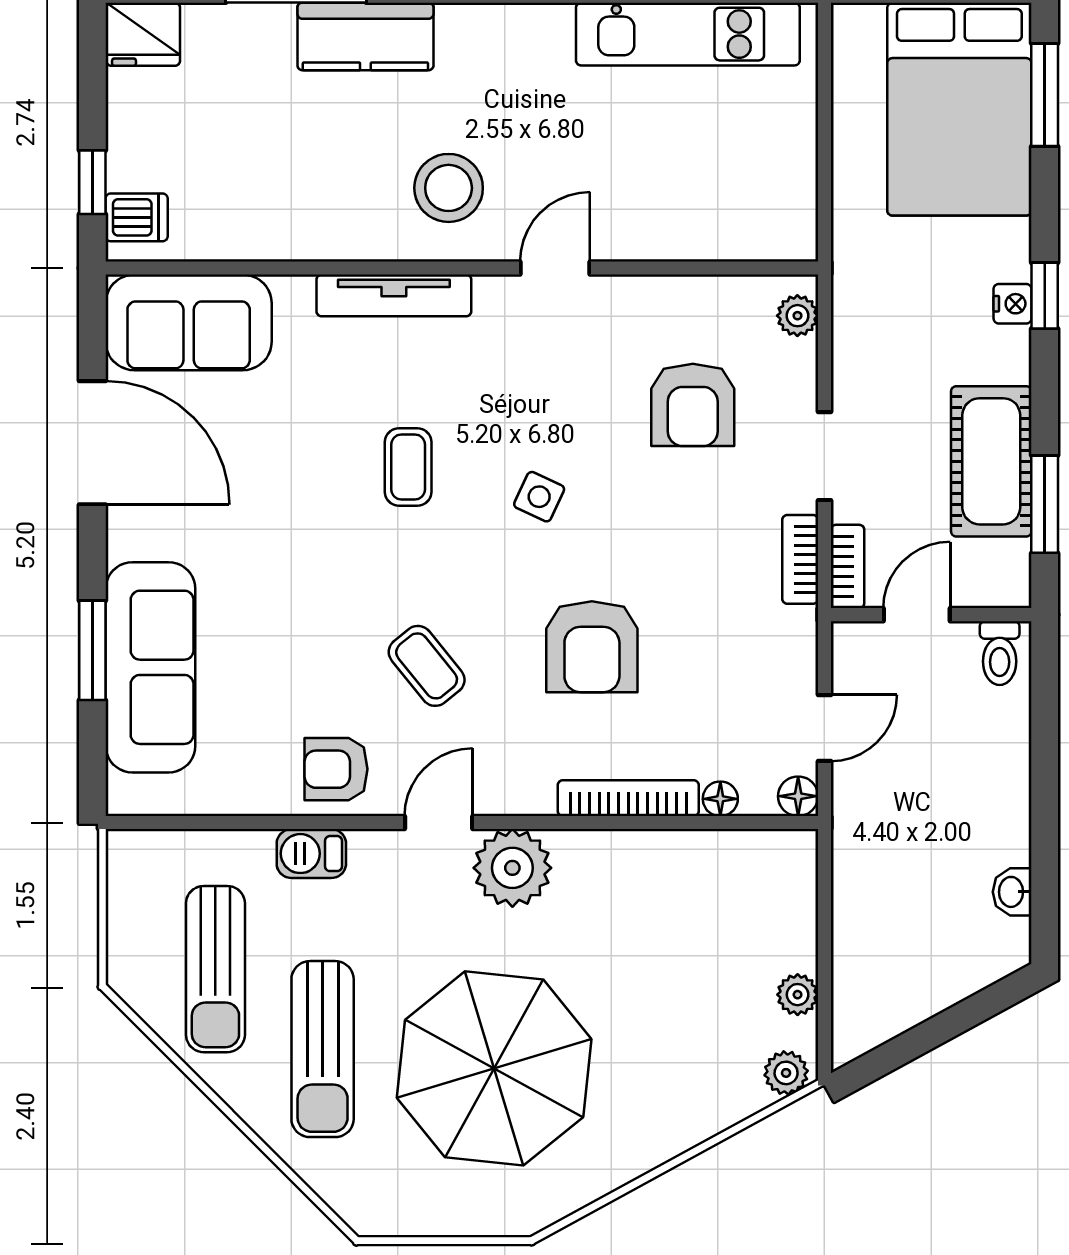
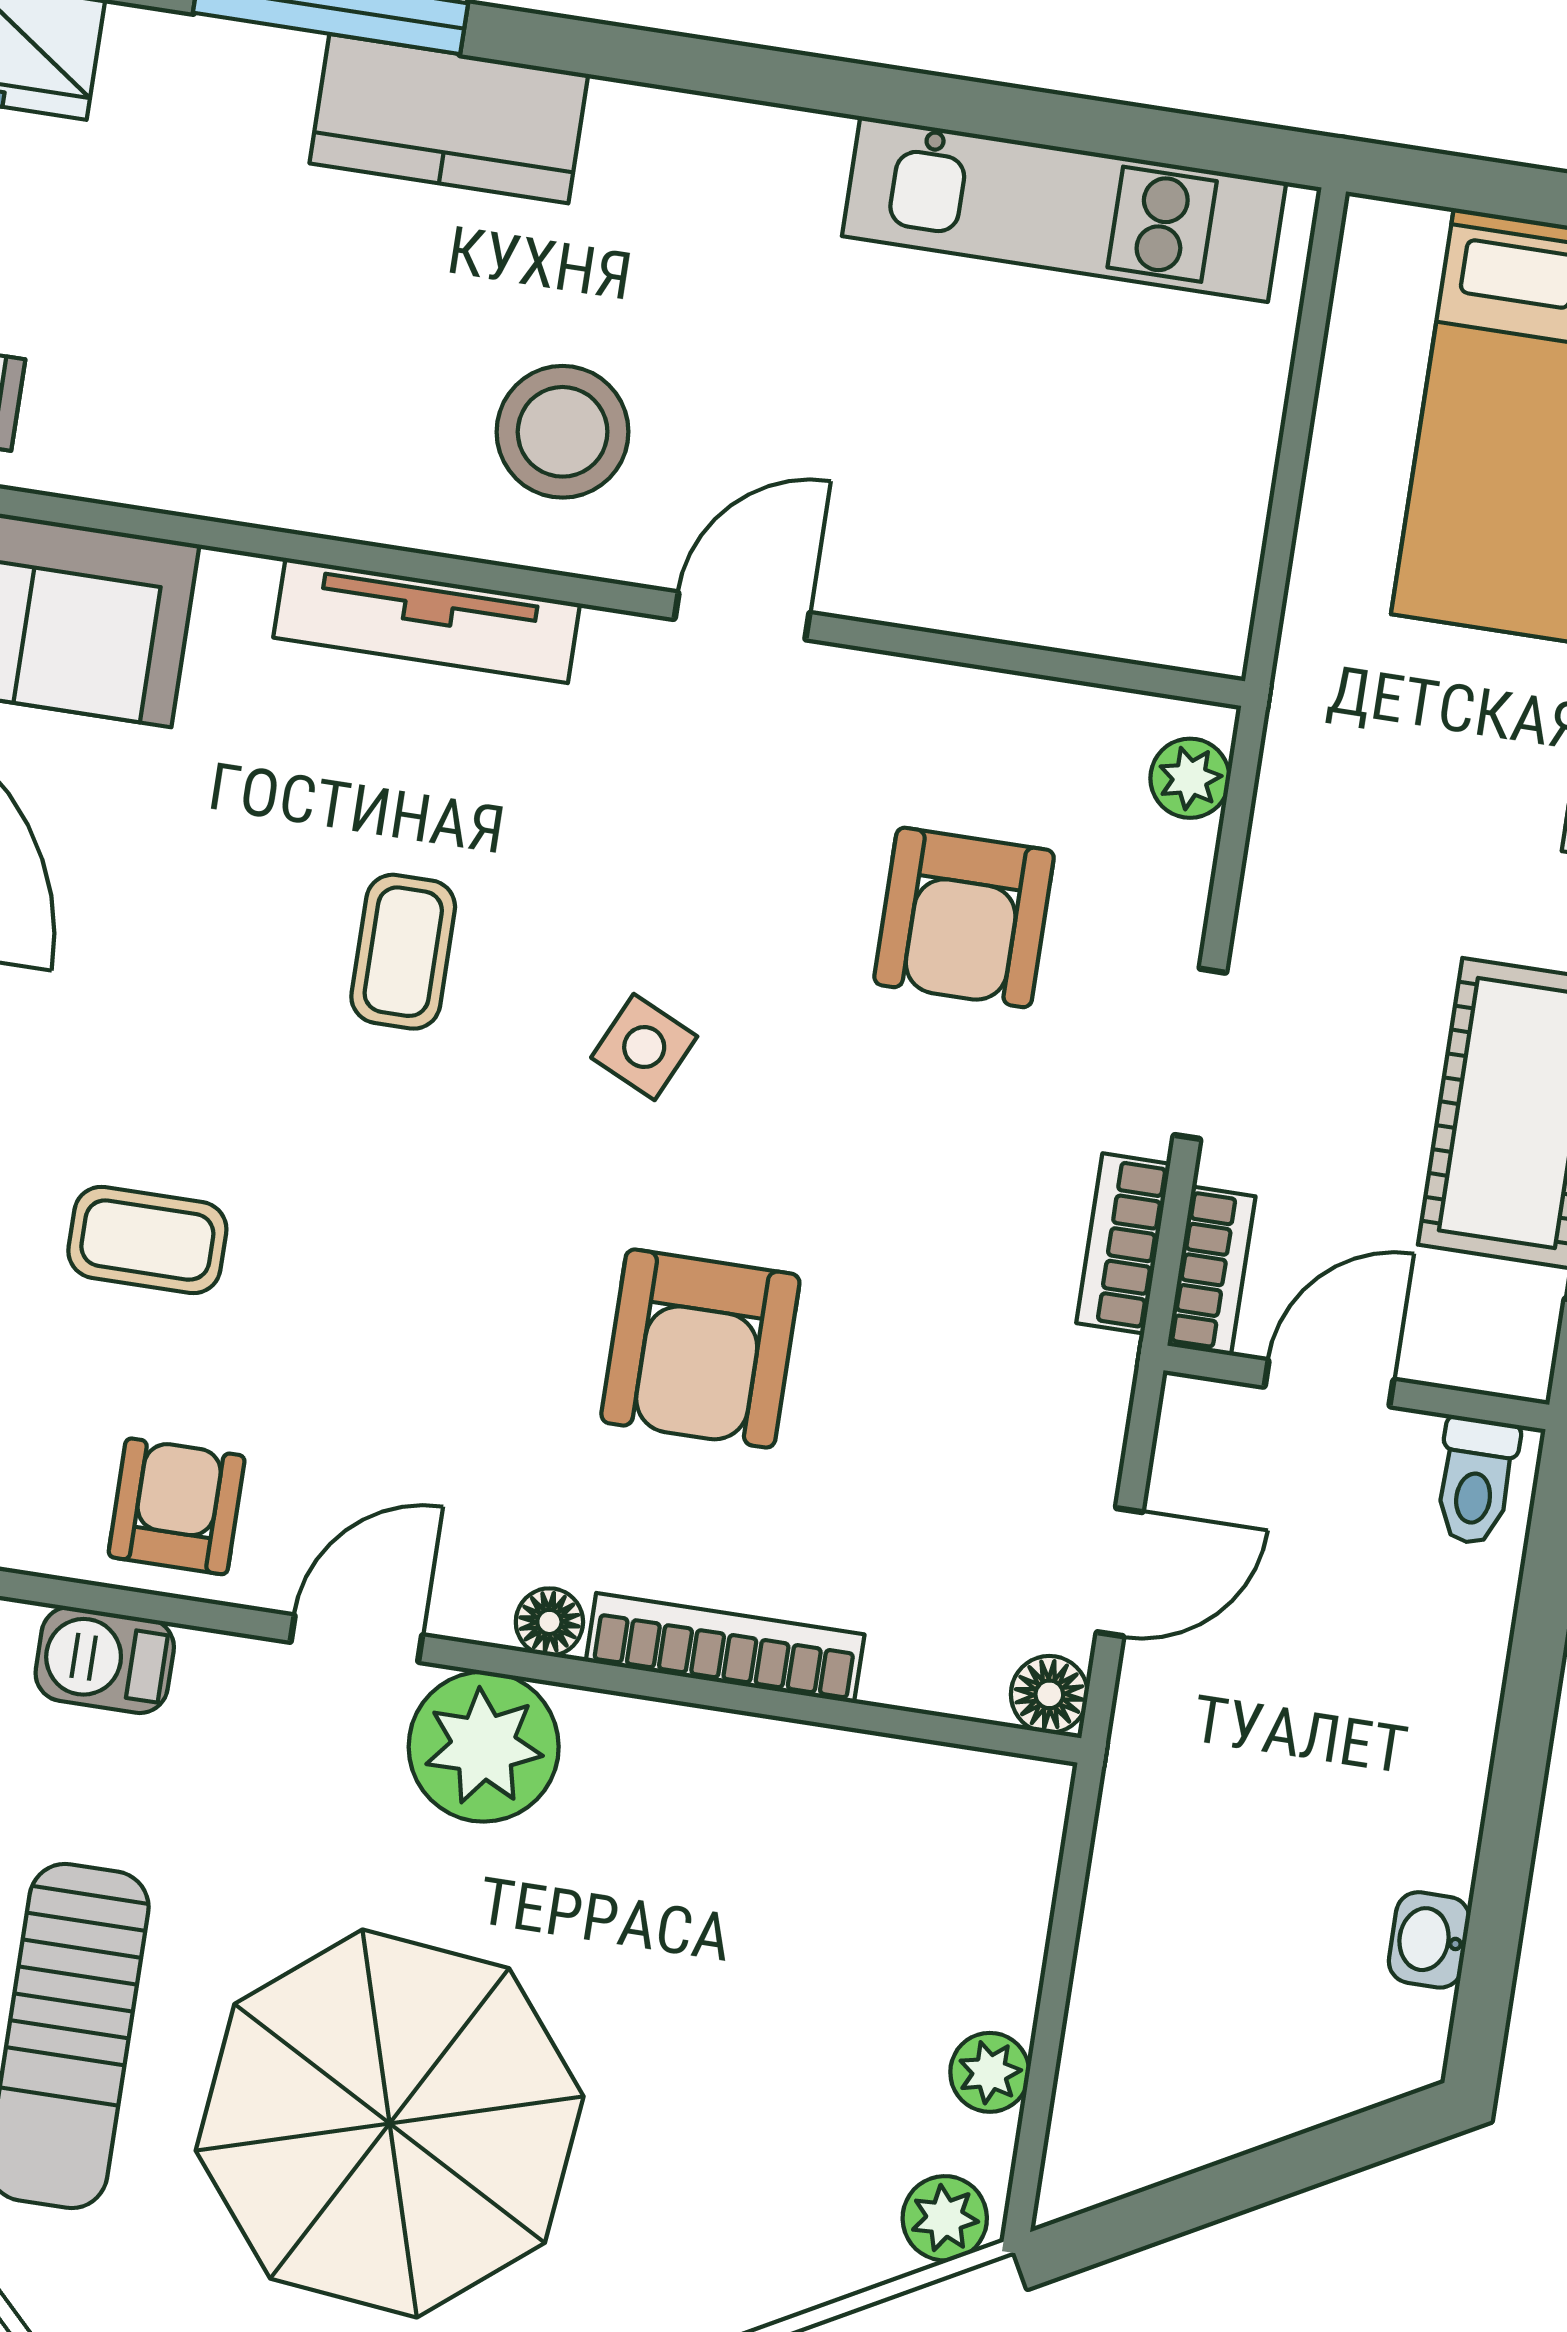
coffee table: (427, 666) -> (147, 1240), moved, turned -51
armchair: (336, 769) -> (177, 1506), turned 90
floor lamp: (720, 799) -> (549, 1622), moved

